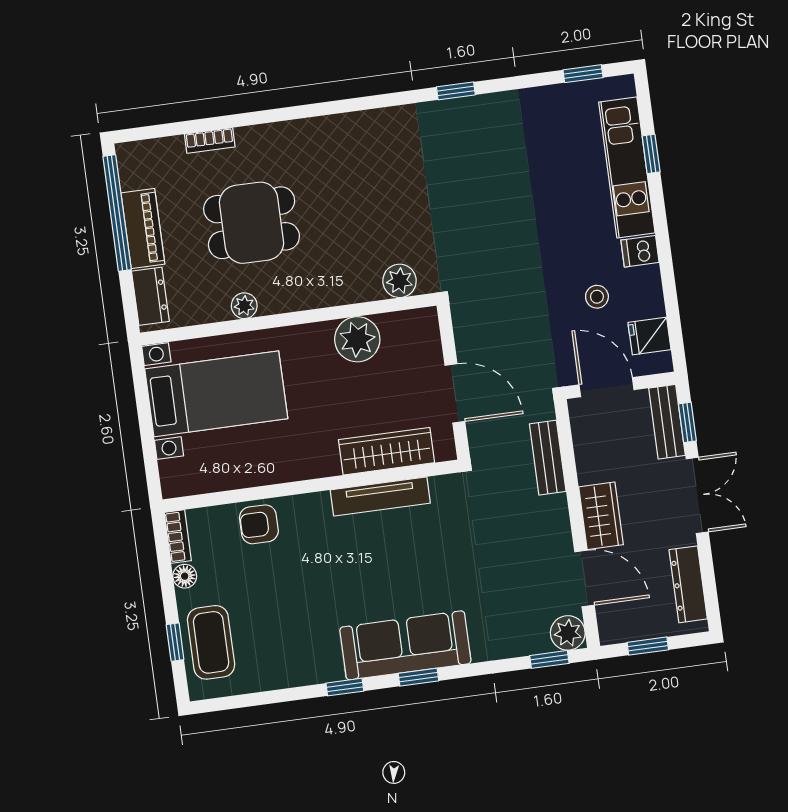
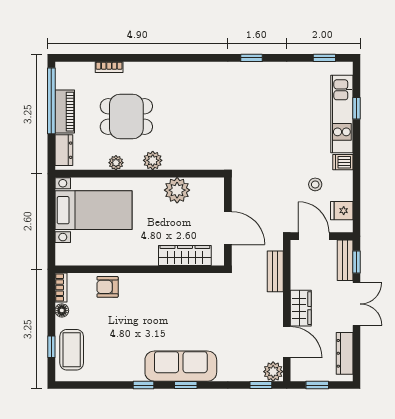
plant: (400, 281) -> (153, 160), moved
tv unit: (380, 496) -> (178, 280), removed

